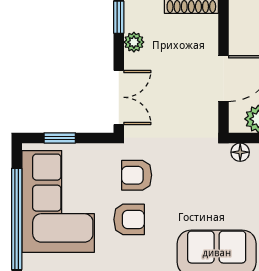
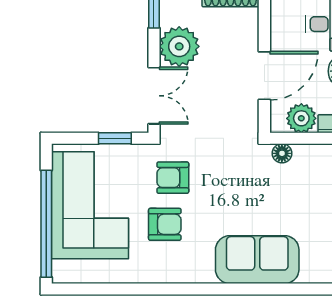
plant: (134, 42) -> (179, 46), width x1.87, depth x1.87
window: (60, 138) -> (115, 138), moved

